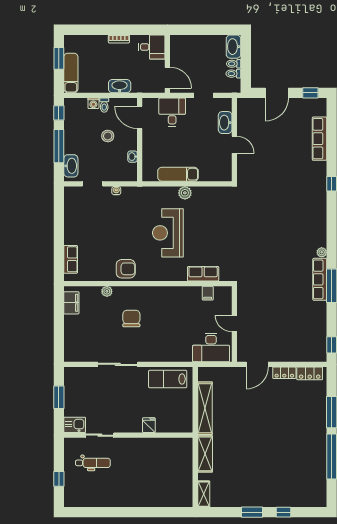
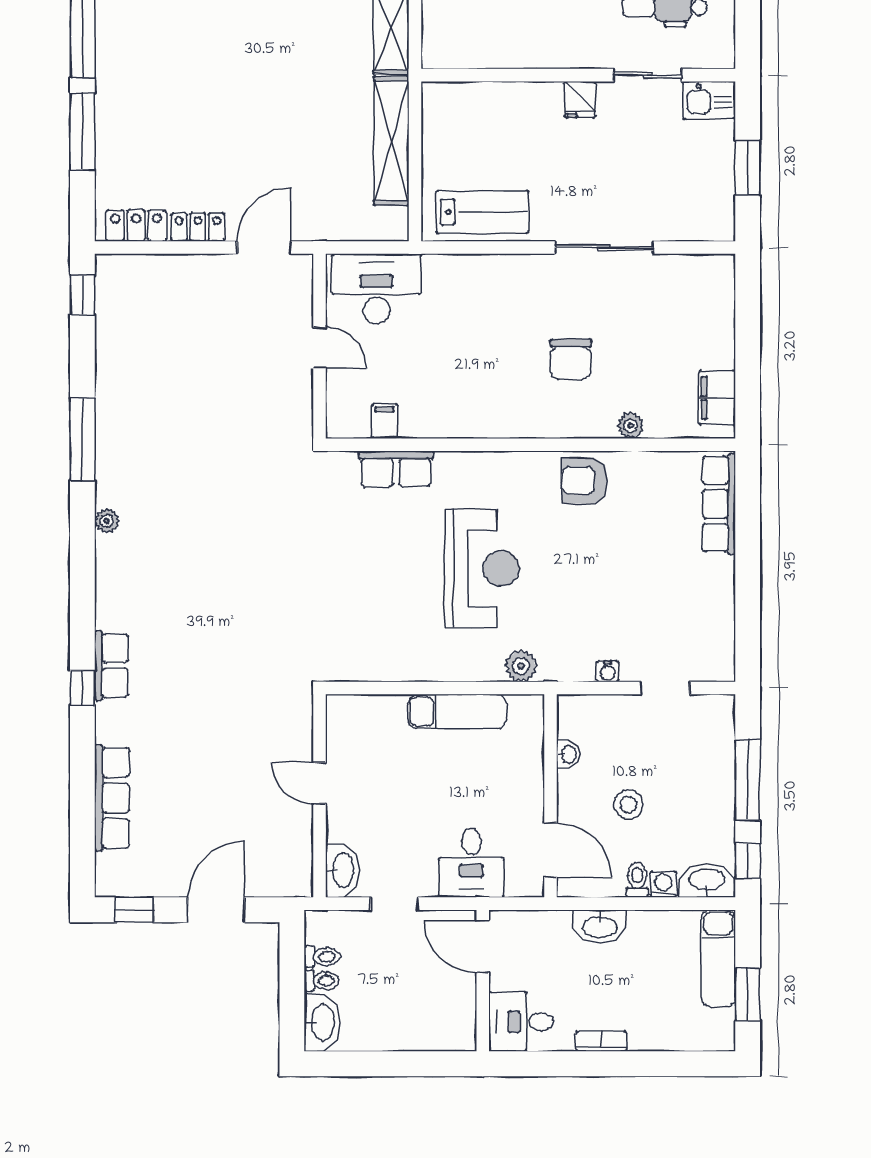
washbasin: (225, 123) -> (342, 870), moved
washbasin: (71, 166) -> (707, 881), moved, turned 90
plant: (185, 193) -> (521, 666), moved
row of seats: (71, 259) -> (719, 504), width x1.48
row of seats: (320, 279) -> (111, 666), moved, width x0.68
fridge: (149, 425) -> (580, 100), moved

